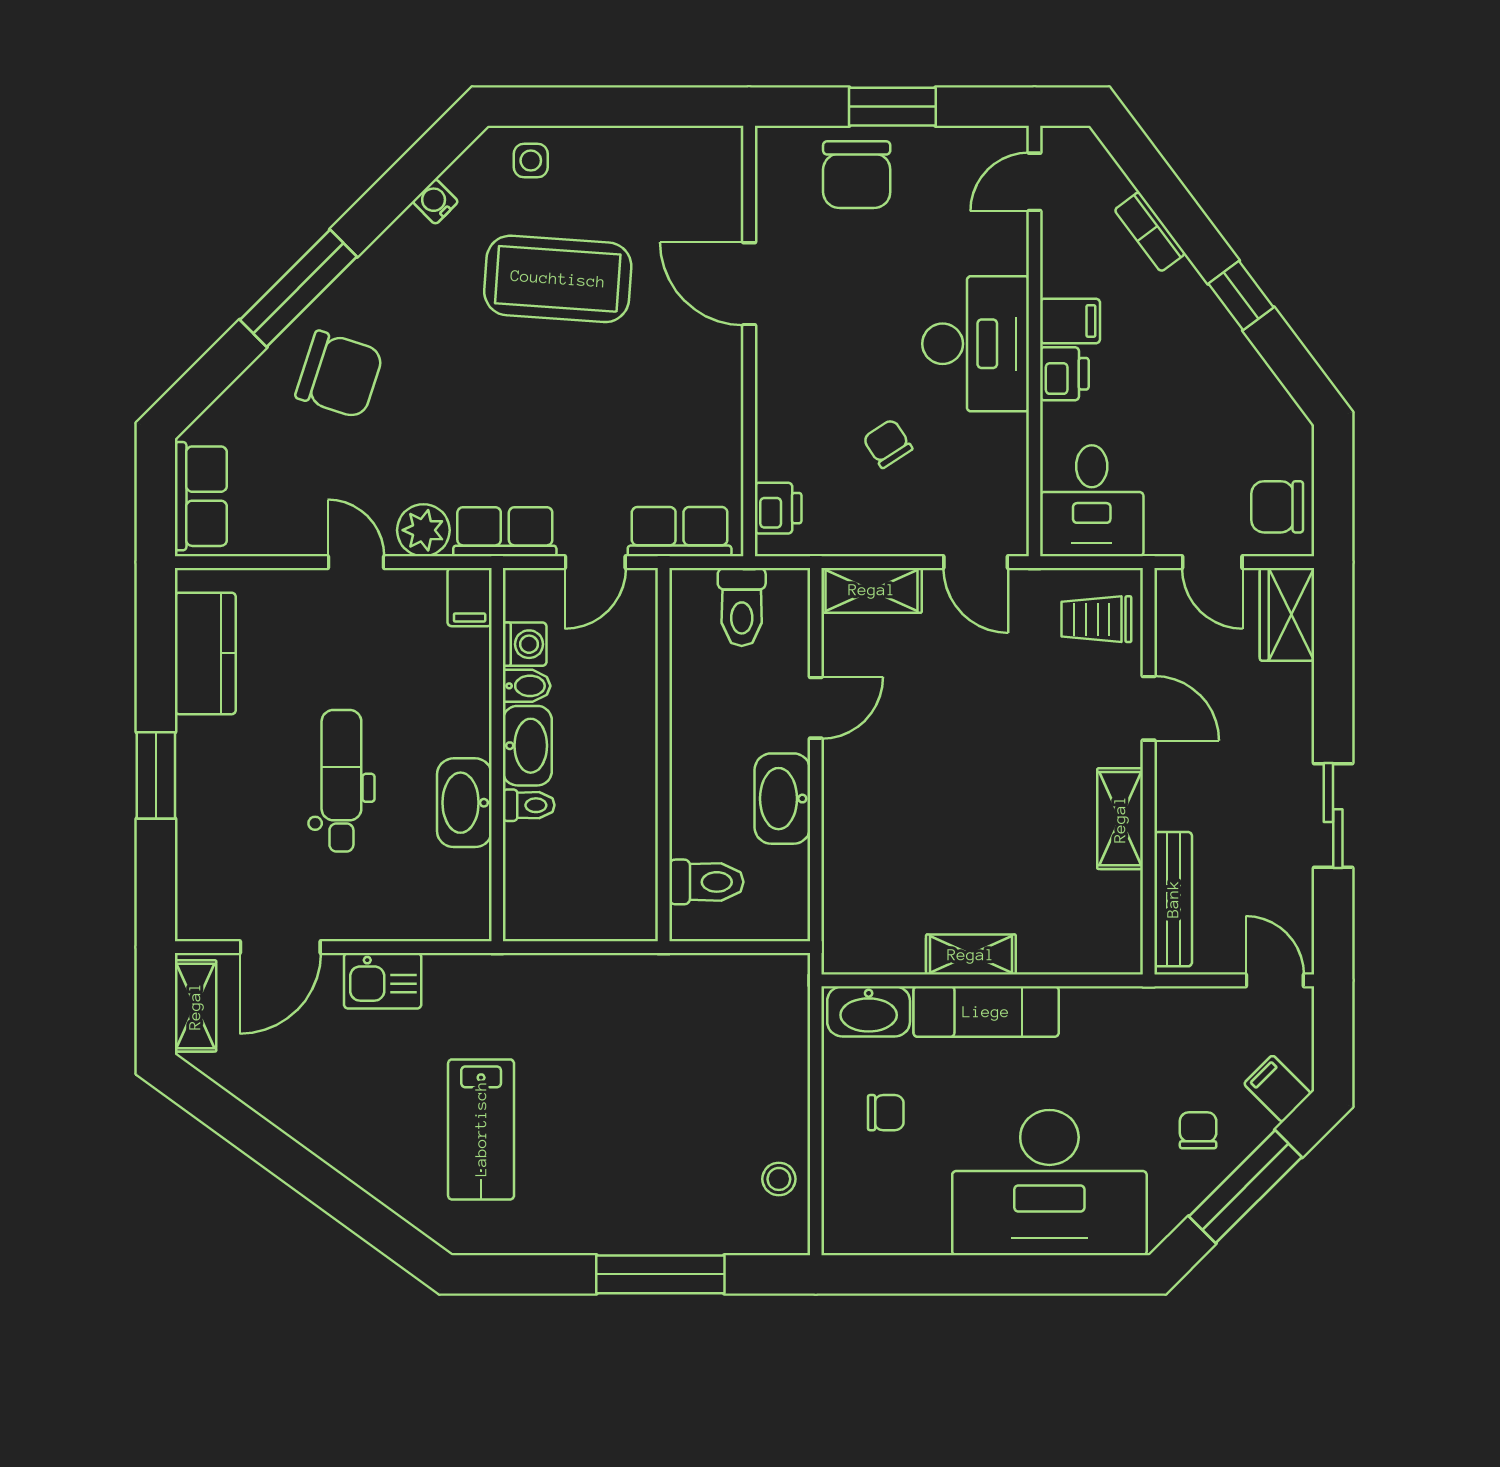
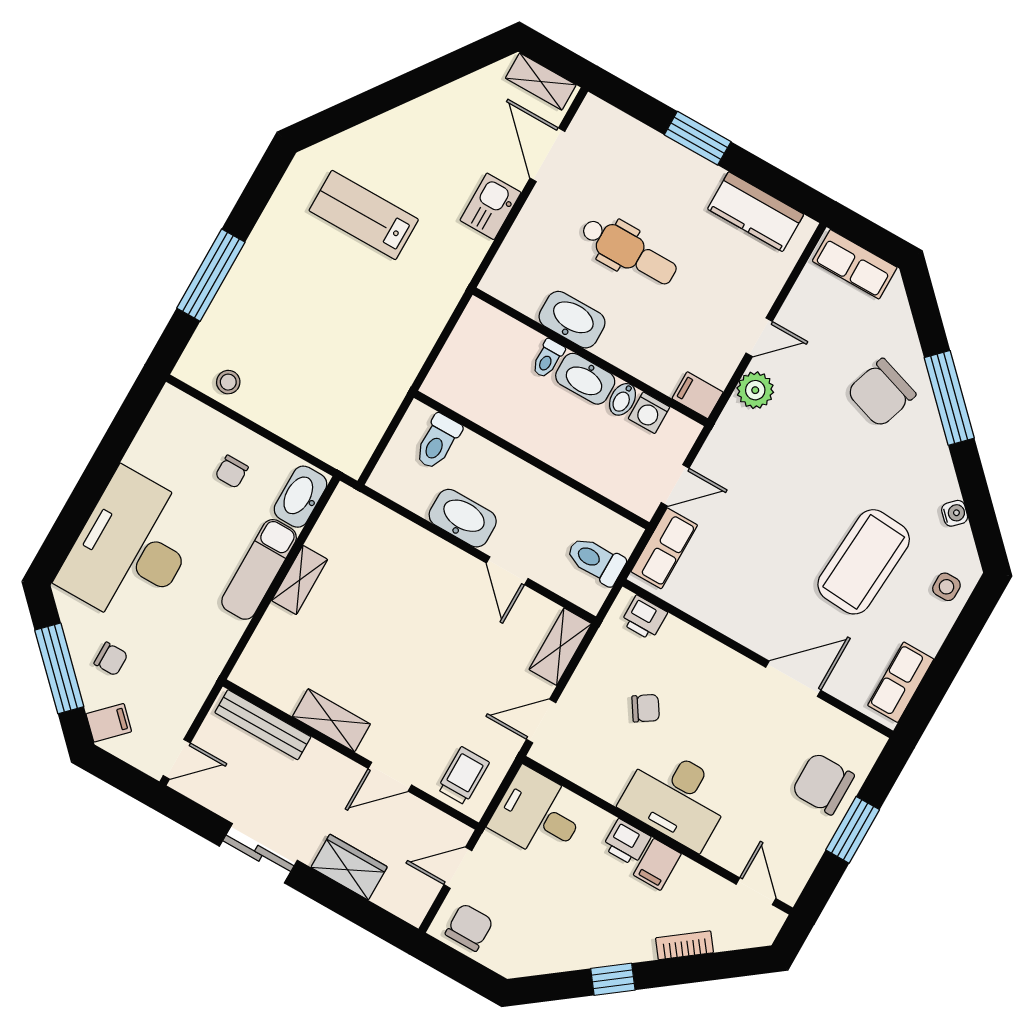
row of seats: (505, 532) -> (901, 682), moved, turned 180
door: (595, 562) -> (675, 485), swing flipped
wardrobe: (1287, 614) -> (349, 867), moved

